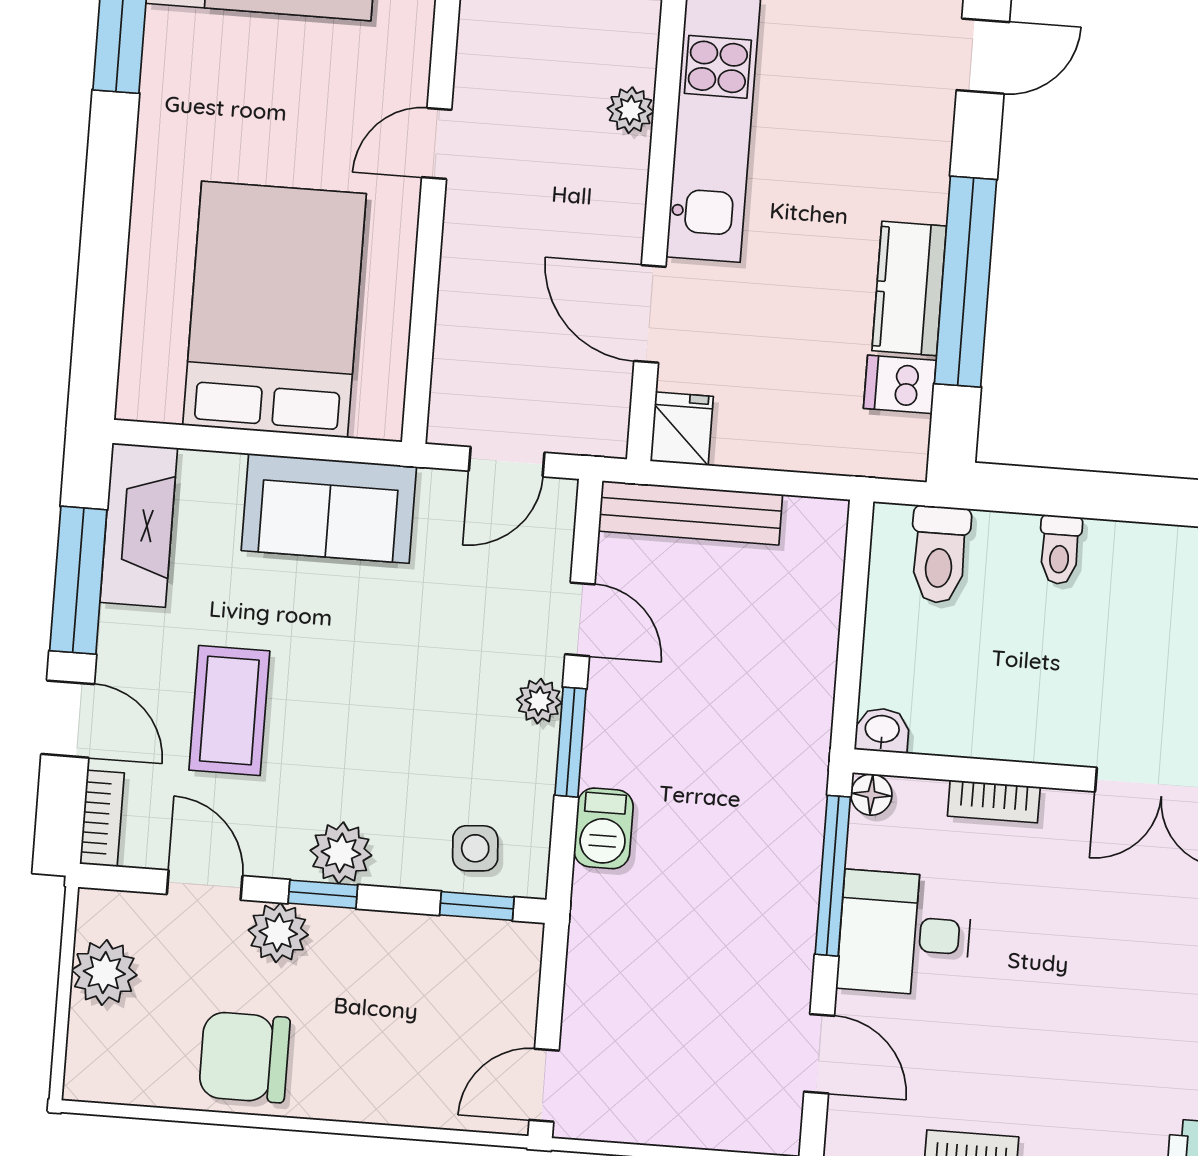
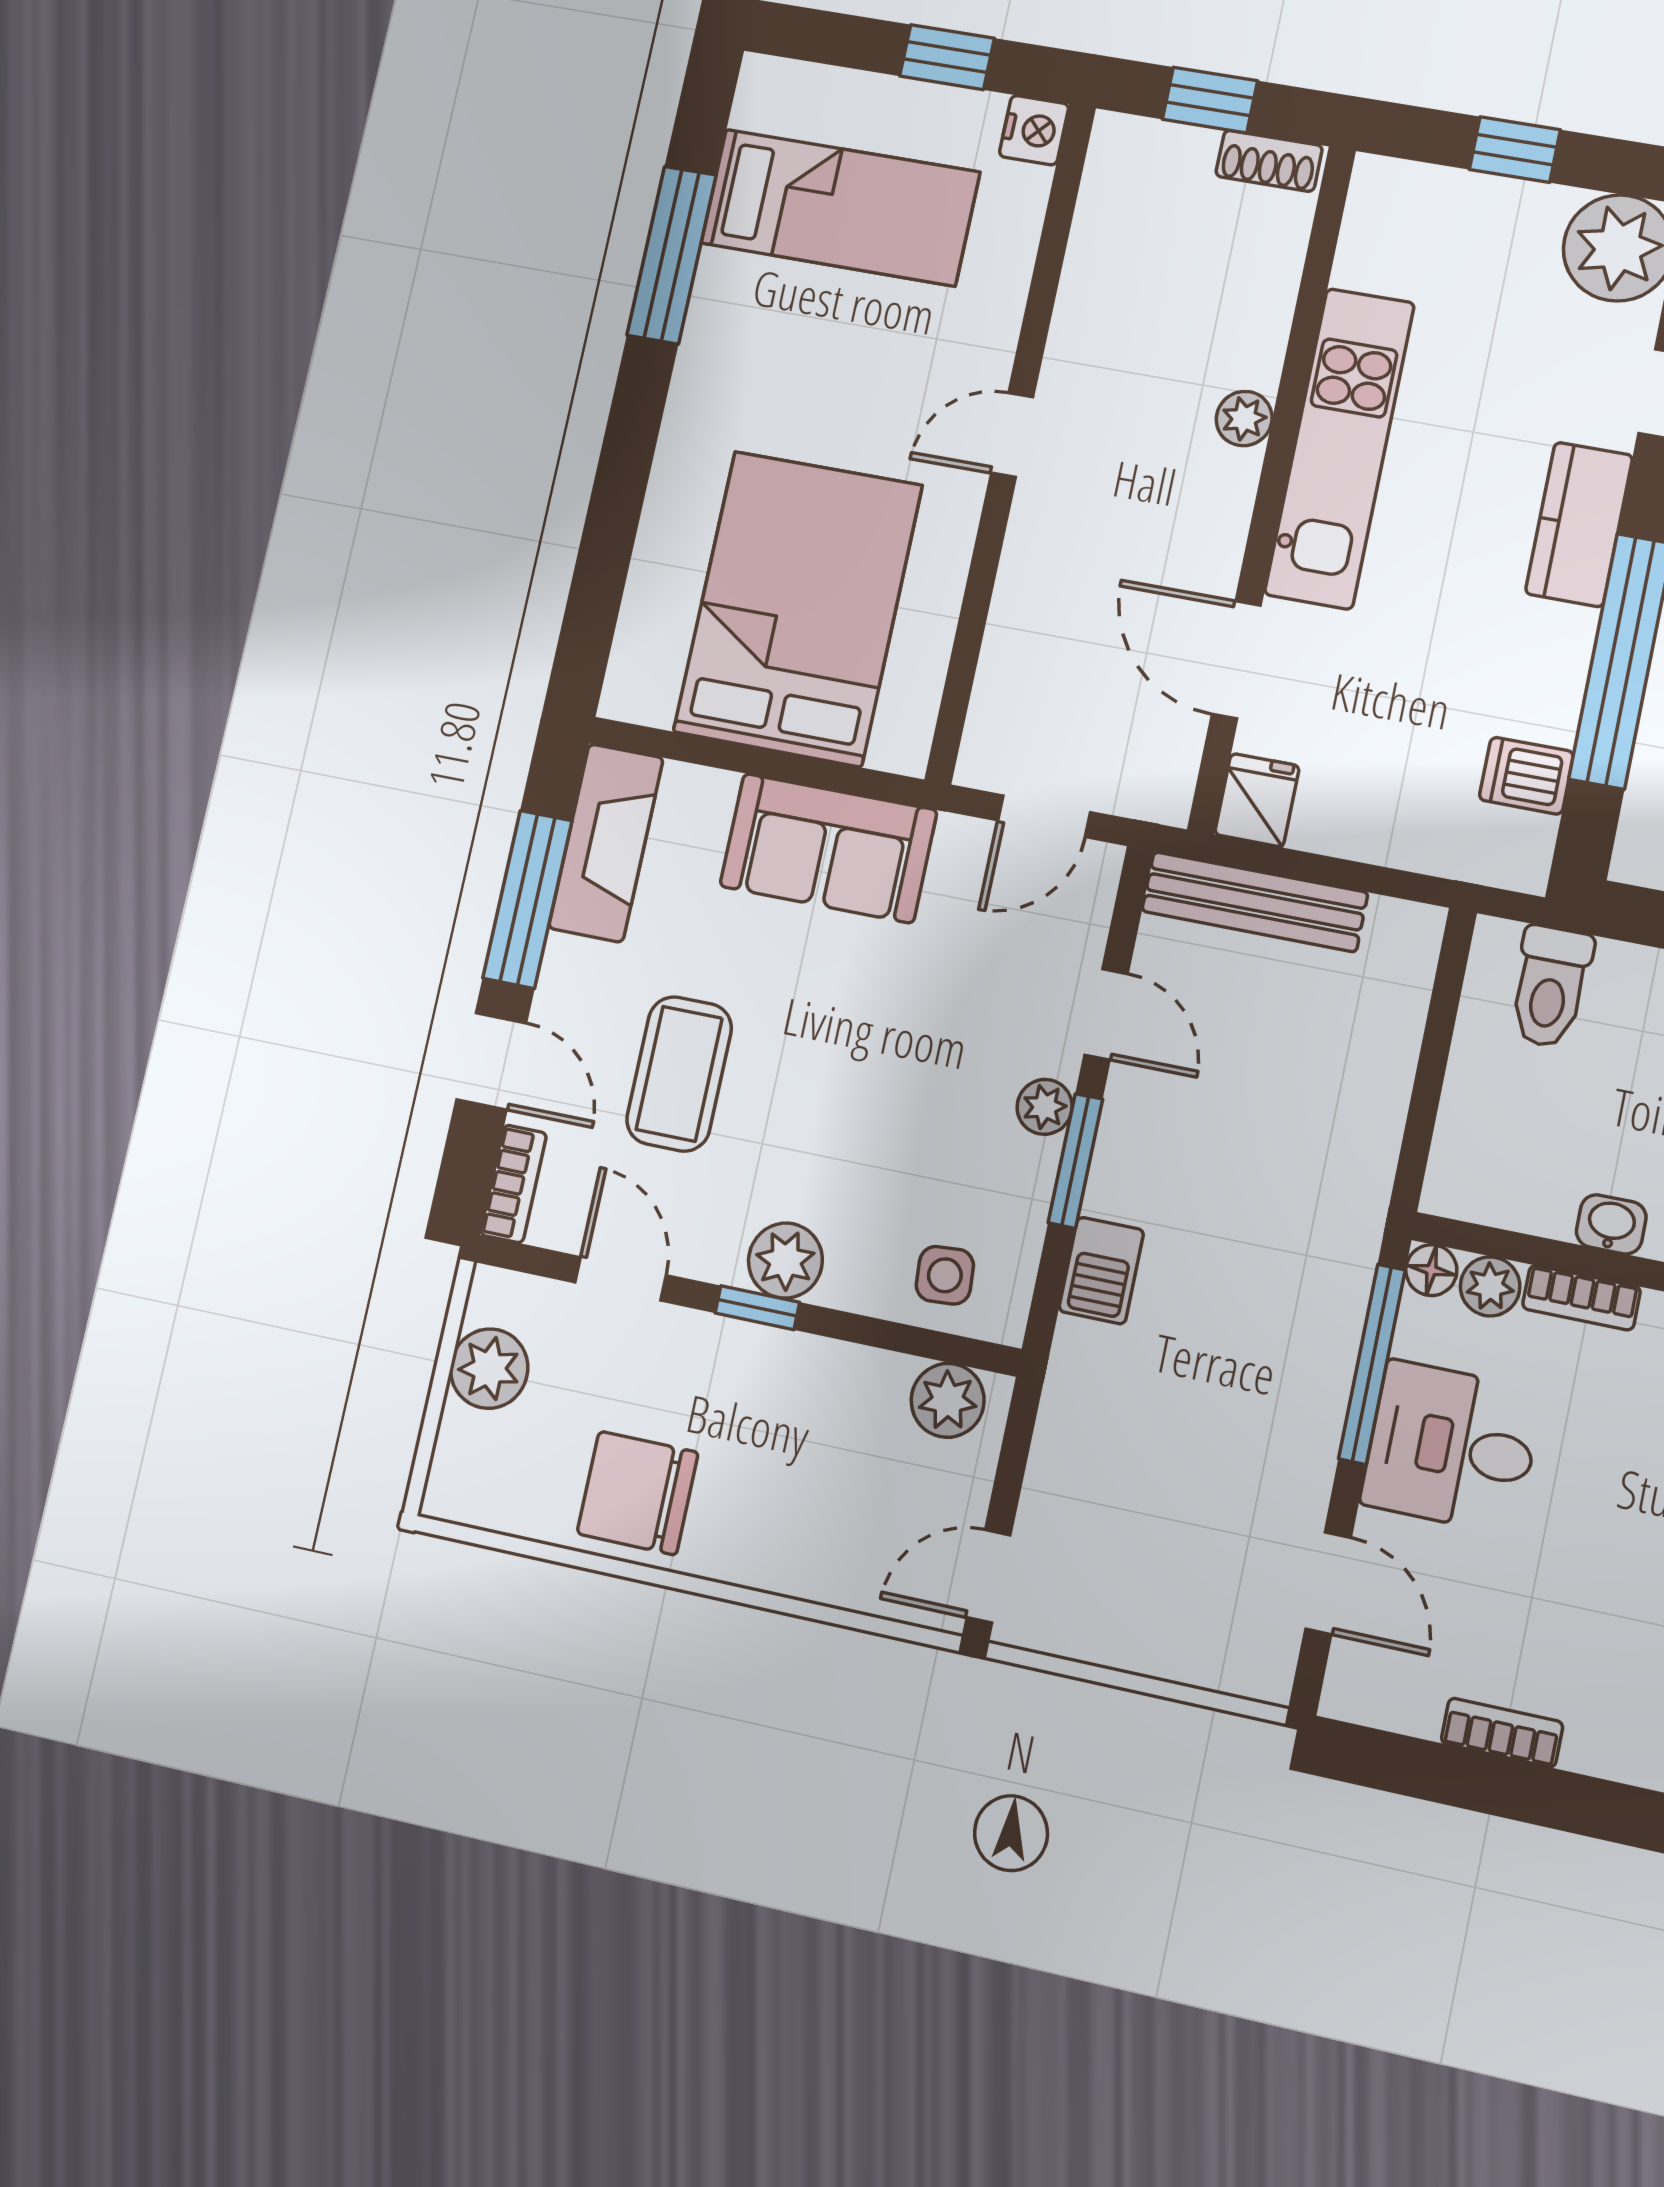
kitchen counter: (909, 288) -> (1579, 524), moved
washbasin: (882, 730) -> (1611, 1224), moved
plant: (920, 802) -> (1490, 1286), added
window: (477, 906) -> (937, 1346), removed
plant: (278, 933) -> (948, 1400), moved

